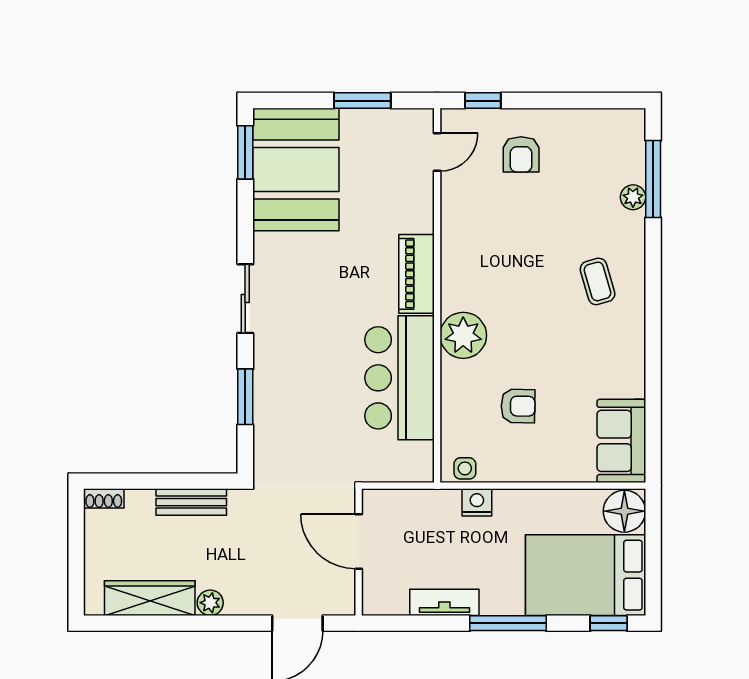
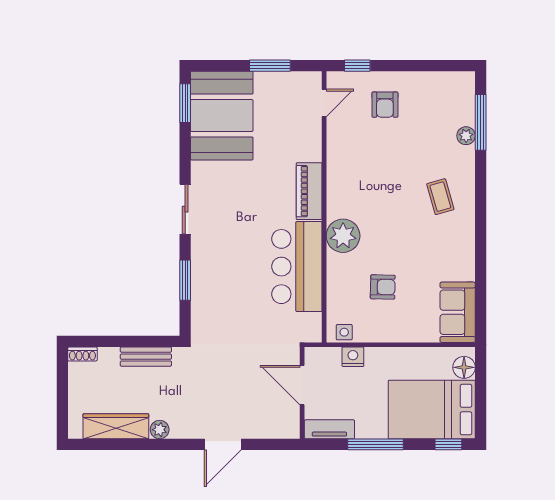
floor lamp: (624, 511) -> (464, 367), width x0.73, depth x0.73
door: (359, 541) -> (302, 385), moved
wall: (359, 552) -> (302, 393), moved

